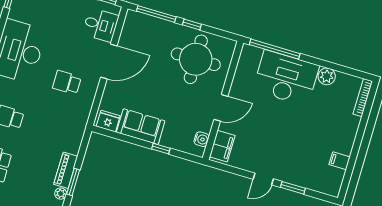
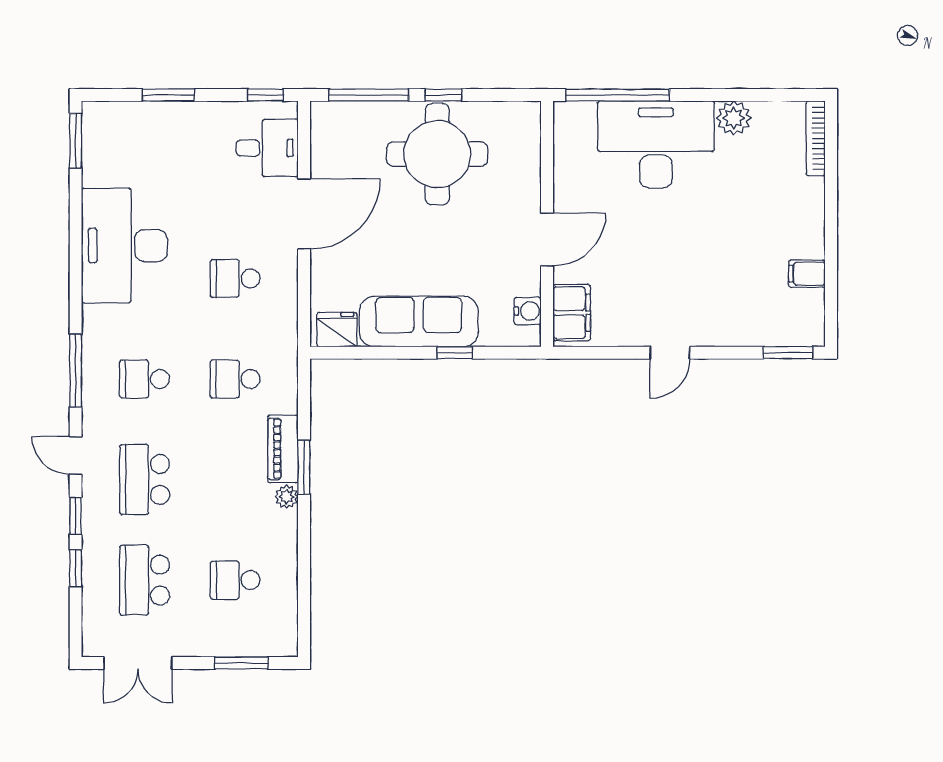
round table: (196, 59) -> (437, 154), moved
sofa: (141, 127) -> (419, 322), width x1.36
school desk: (53, 130) -> (235, 379), added
window: (293, 188) -> (788, 353), moved

